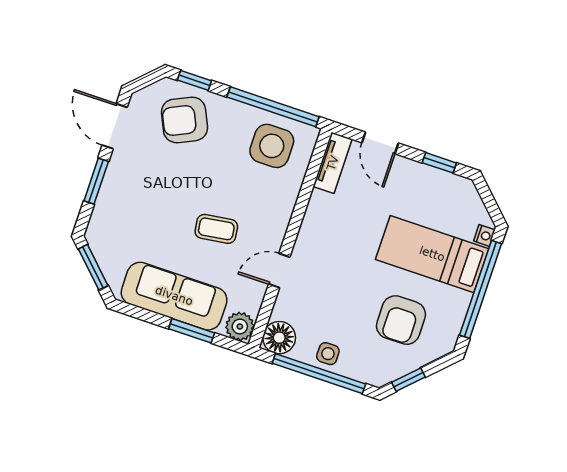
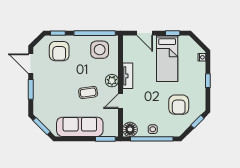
armchair: (184, 120) -> (59, 51), turned -65
tv unit: (333, 163) -> (128, 76), moved
bed: (432, 254) -> (167, 58), moved, turned -90
window: (481, 289) -> (208, 81), width x0.32
plant: (240, 326) -> (112, 81), moved
window: (192, 331) -> (105, 139), moved
window: (408, 380) -> (197, 122), moved

